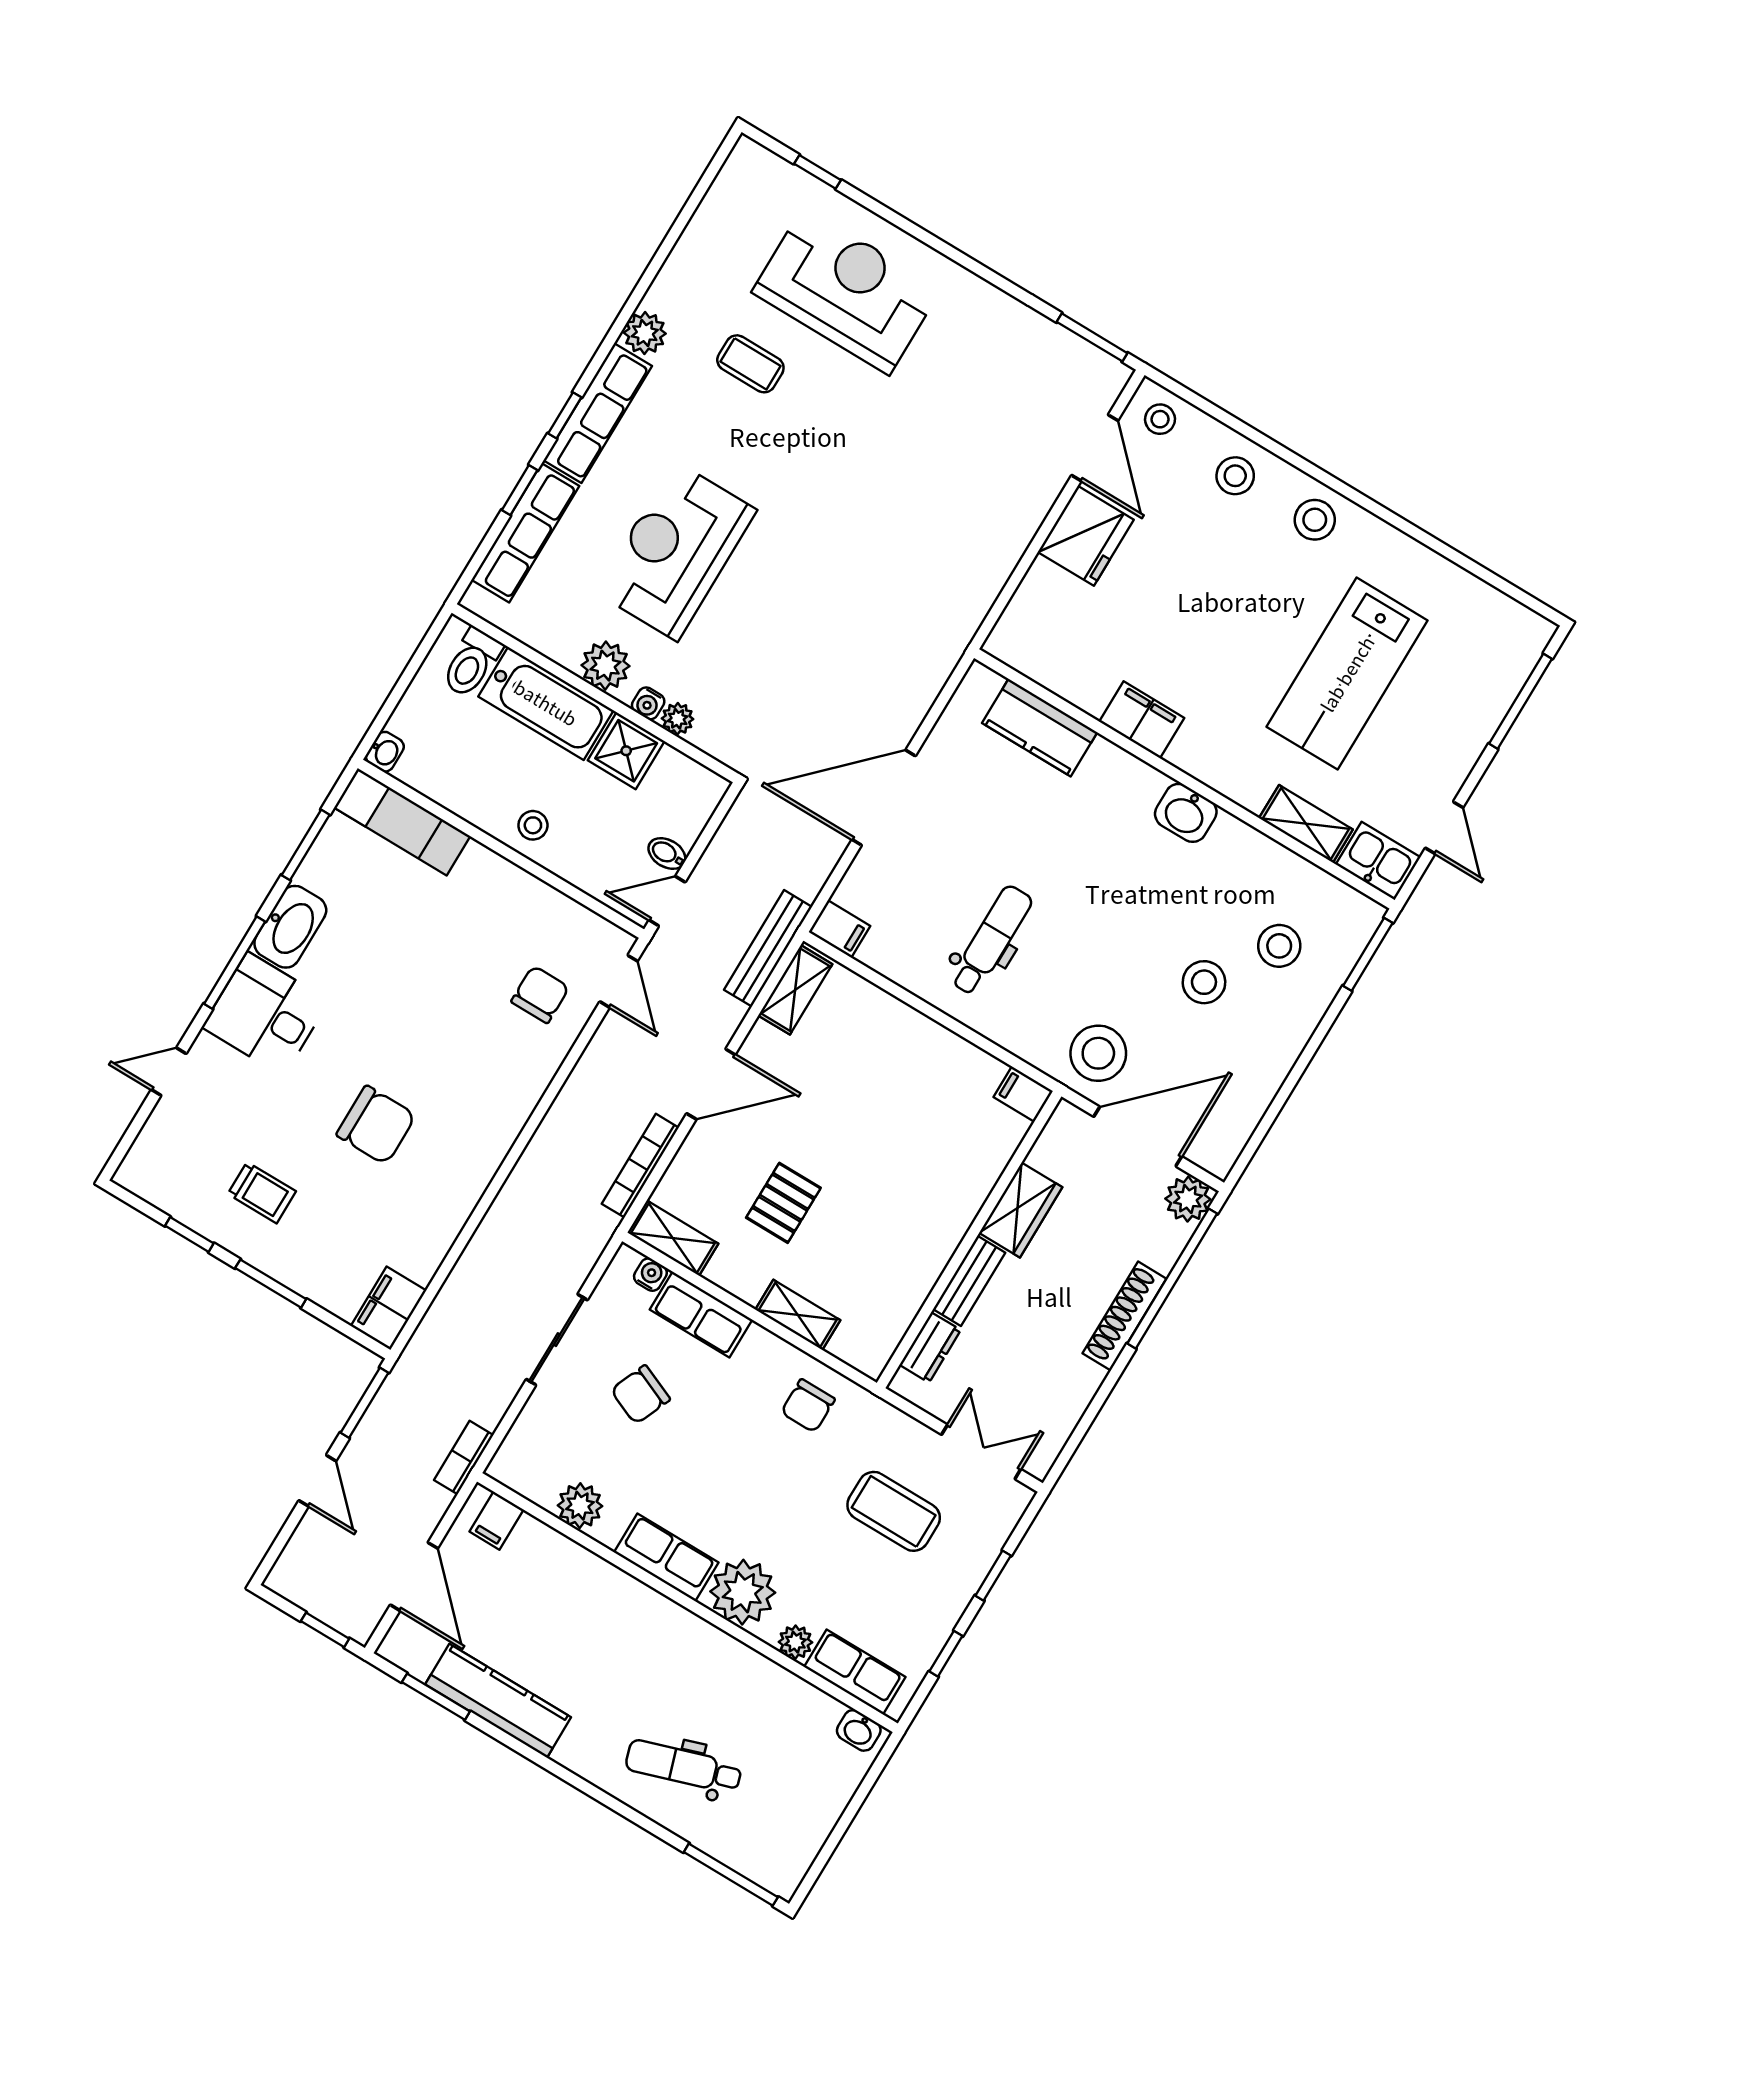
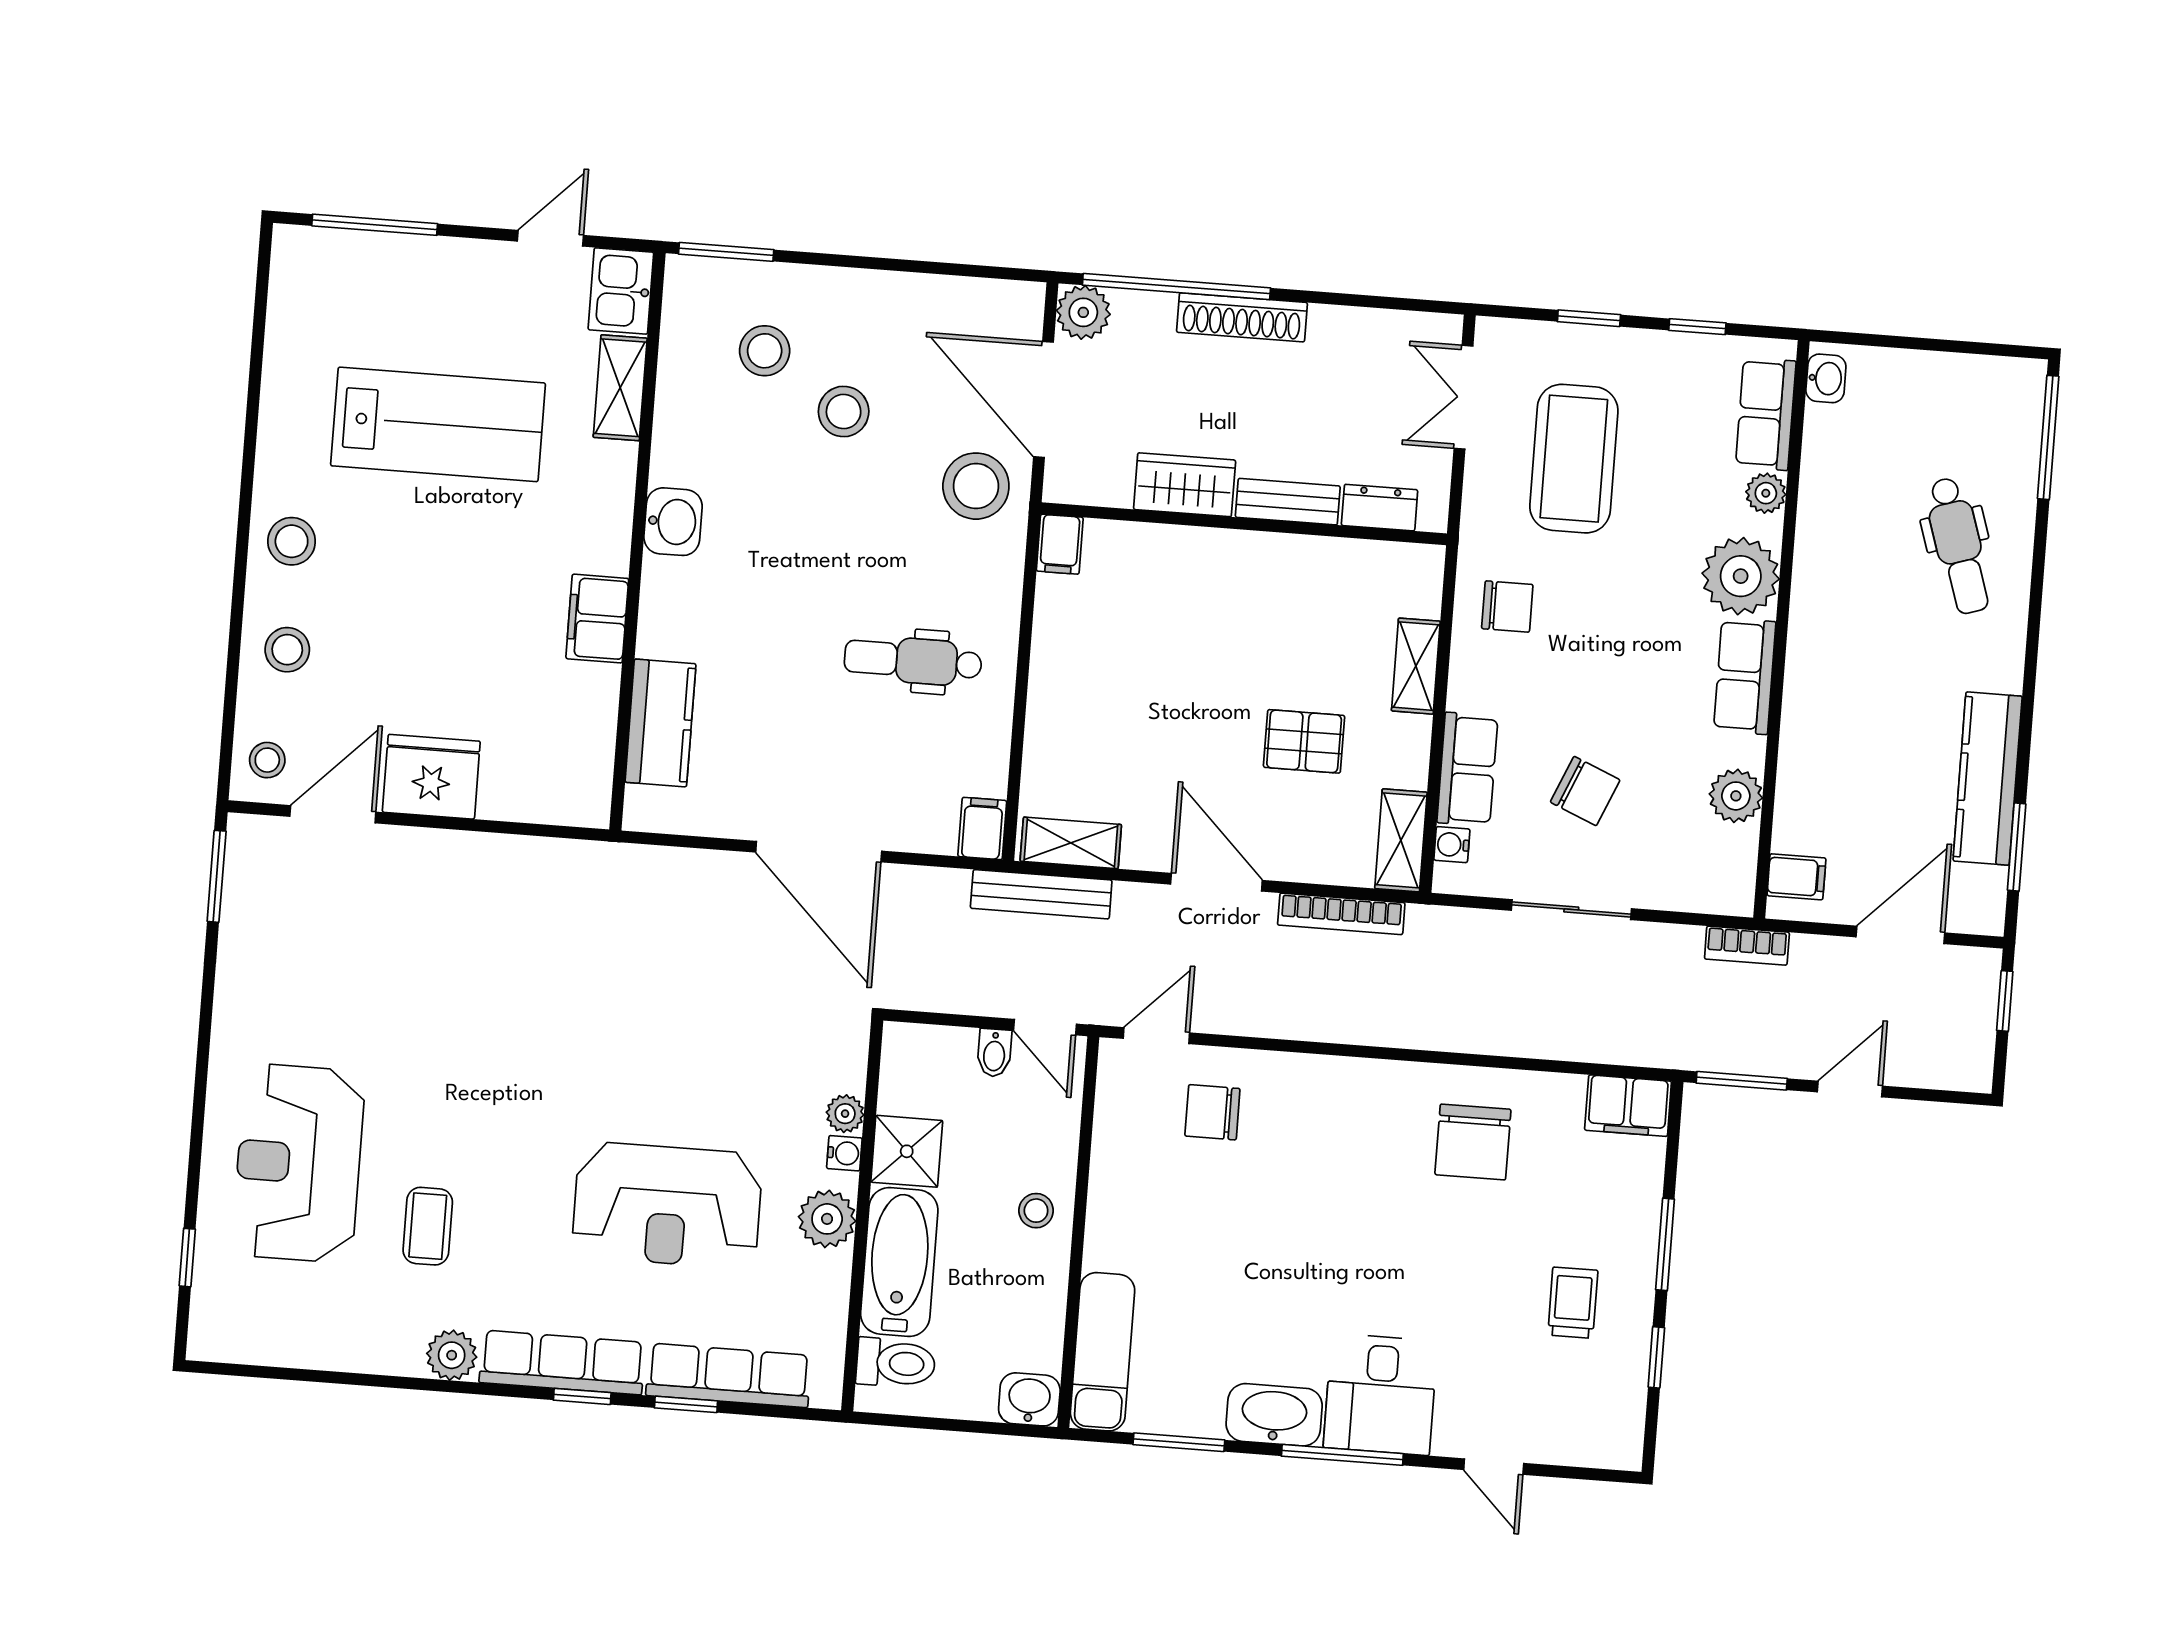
washbasin: (385, 752) -> (1029, 1399), width x1.38, depth x1.45
chair: (376, 1125) -> (1473, 1142), moved, turned 180
coffee table: (894, 1511) -> (1574, 459), width x1.36, depth x1.32

